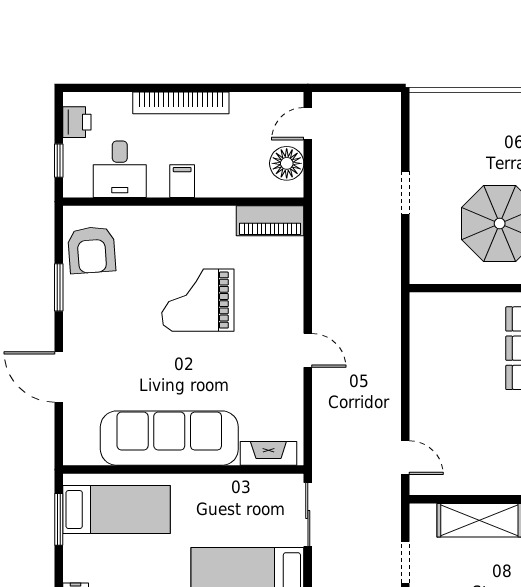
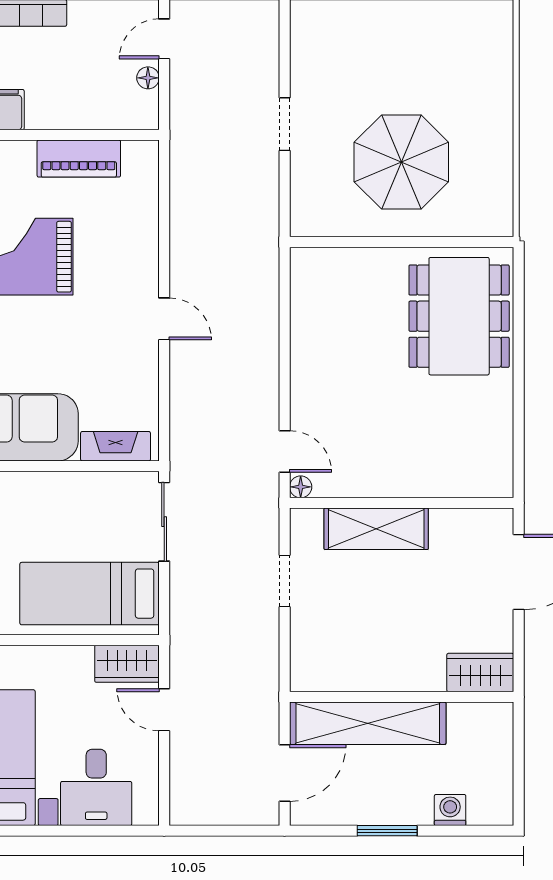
floor lamp: (287, 163) -> (148, 78), width x0.53, depth x0.53
piano: (270, 221) -> (79, 159), moved
floor lamp: (418, 486) -> (301, 487), added

